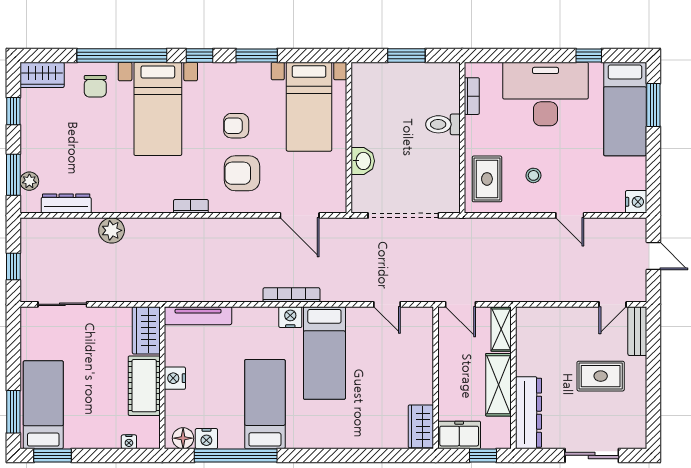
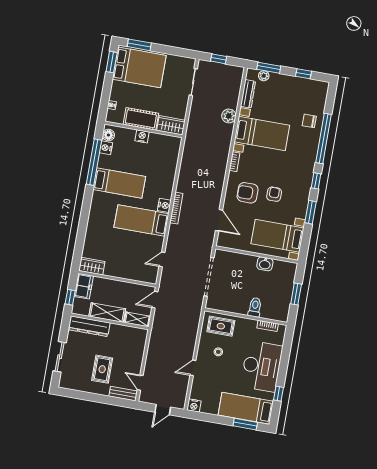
wardrobe: (42, 75) -> (321, 93), removed
bed with nightstands: (158, 109) -> (262, 134), moved, turned 180
washbasin: (363, 161) -> (265, 264), moved
armchair: (242, 173) -> (248, 193), turned -90
door: (300, 215) -> (219, 220), swing flipped
tv unit: (198, 316) -> (174, 155), removed
bed: (43, 405) -> (139, 67), width x1.50

